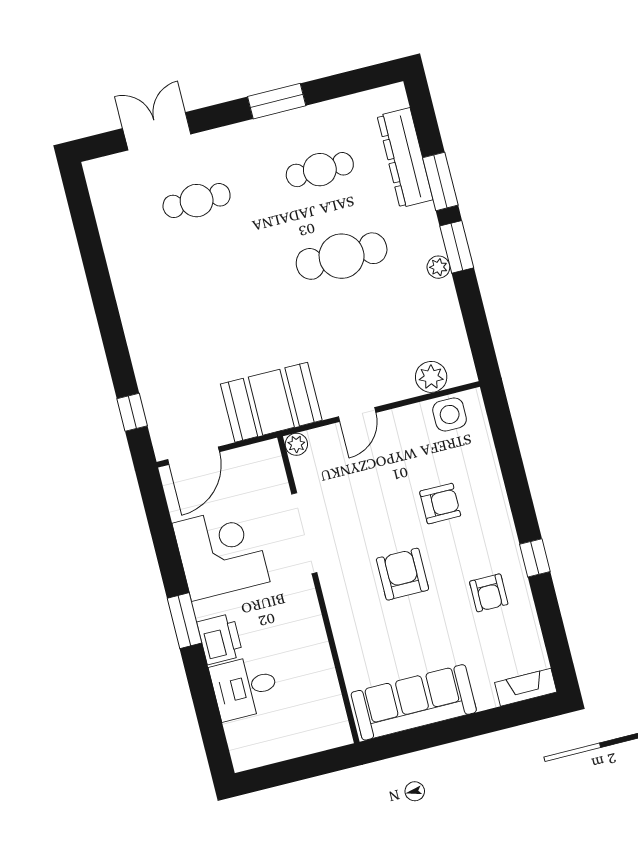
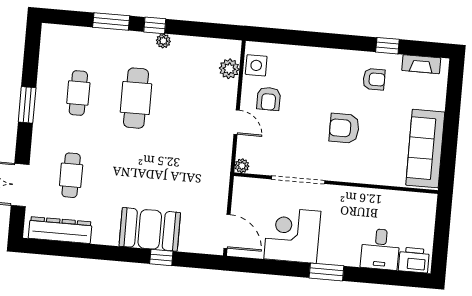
dresser: (405, 158) -> (60, 230), moved, turned 180
window: (457, 247) -> (155, 25), width x0.67
booth: (271, 402) -> (150, 229), moved, turned 90
window: (132, 412) -> (161, 257), moved
armchair: (440, 504) -> (269, 99), moved, turned 180
window: (535, 558) -> (387, 46), moved
printer: (220, 639) -> (414, 260), moved
fireplace: (526, 687) -> (421, 64), moved, turned -90

